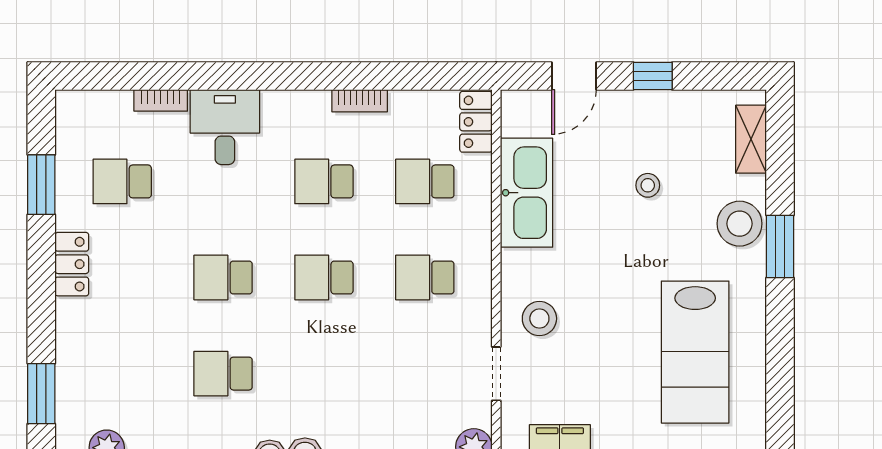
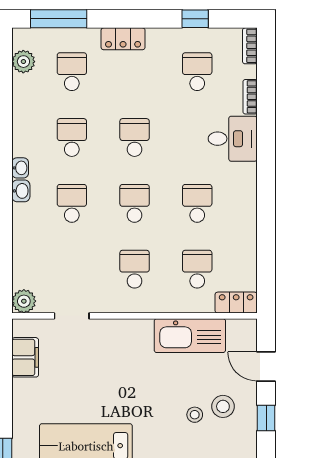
bookcase: (360, 101) -> (250, 46), moved
window: (41, 185) -> (195, 19), width x0.67
locker: (72, 264) -> (123, 39), moved
stool: (539, 319) -> (223, 406), moved
school desk: (122, 374) -> (72, 72), added
school desk: (324, 374) -> (72, 203), added
window: (41, 394) -> (59, 19), width x1.44

